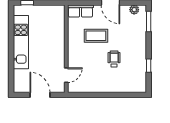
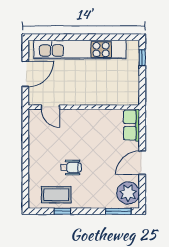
plant: (134, 10) -> (128, 193), width x1.88, depth x1.88
coffee table: (96, 36) -> (56, 195), moved, turned 90
kitchen unit: (21, 42) -> (80, 50), width x1.36

